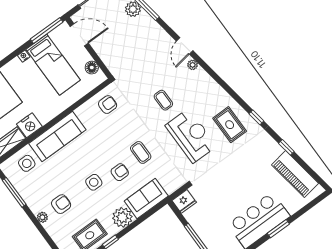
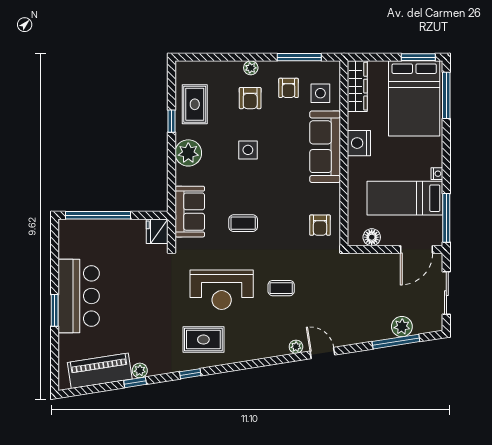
nightstand: (29, 125) -> (359, 143), moved
plant: (277, 150) -> (140, 370), added
armchair: (120, 172) -> (289, 88), moved
sofa: (146, 199) -> (190, 212), moved

